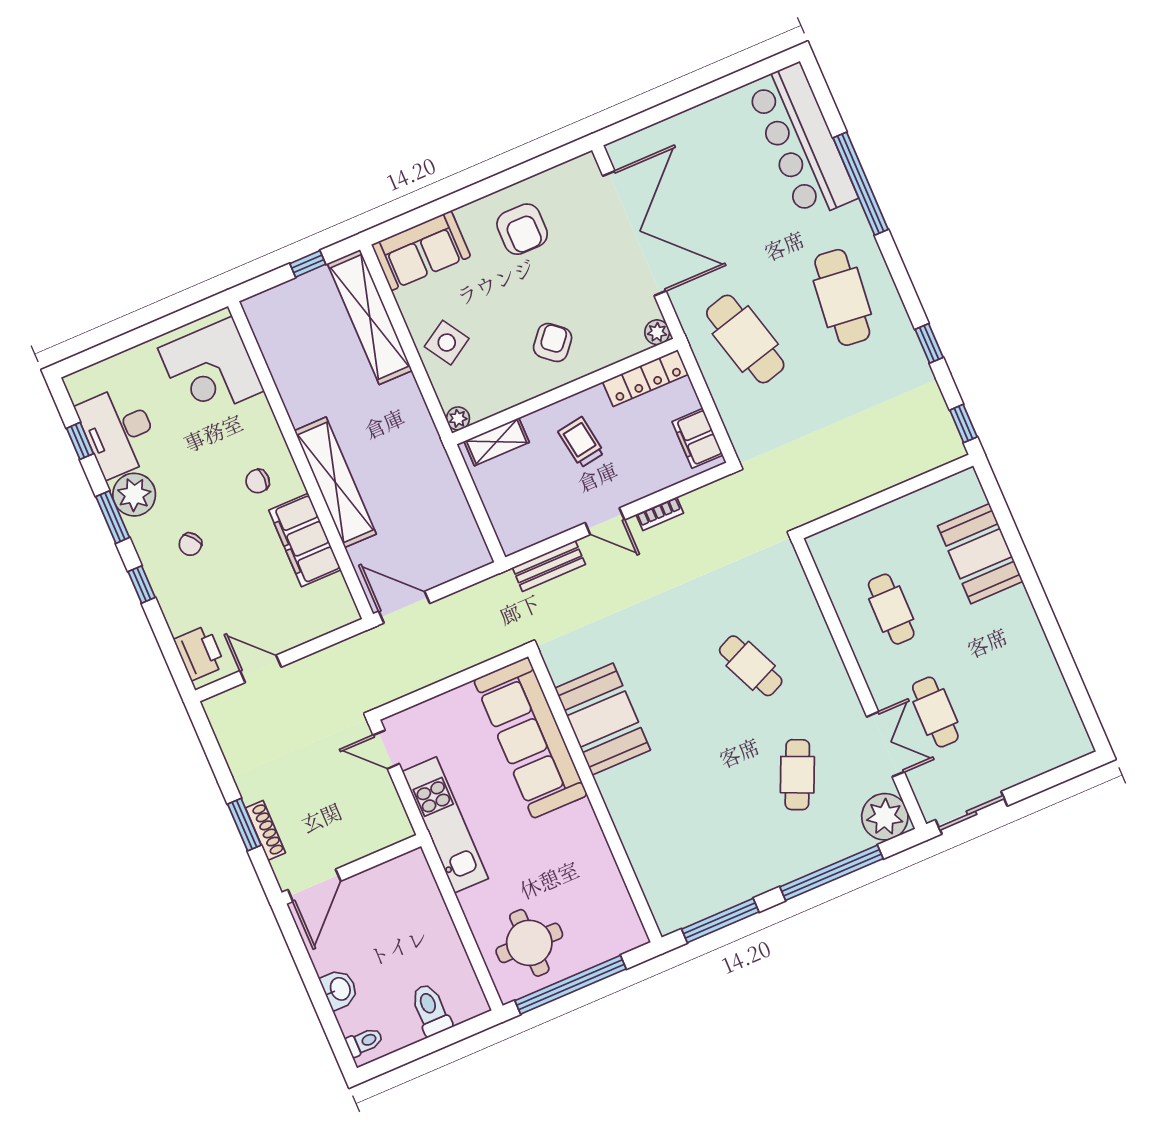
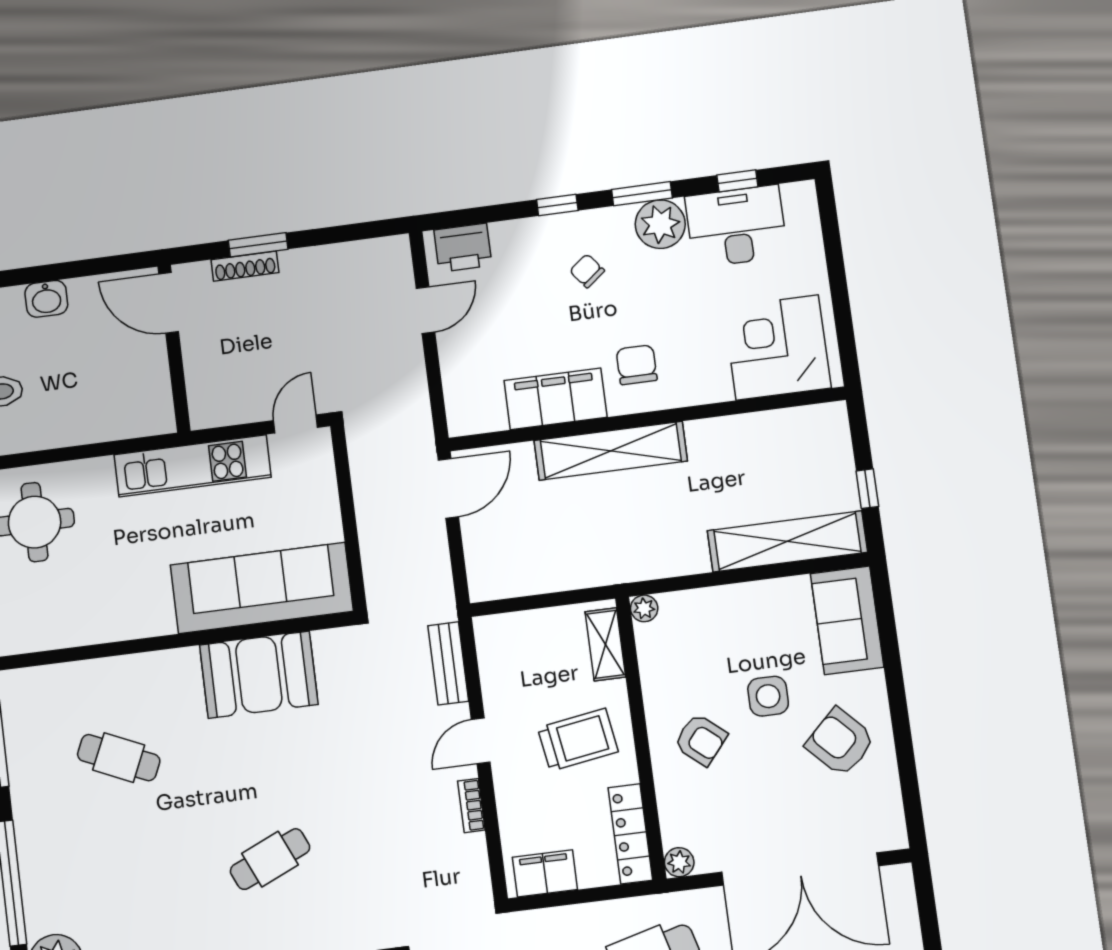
armchair: (522, 229) -> (840, 742), turned 46
side table: (447, 343) -> (768, 696), moved, turned 32
trolley: (581, 442) -> (578, 740), width x1.36, depth x1.39
chair: (258, 481) -> (637, 365), width x1.37, depth x1.37
cafe table: (797, 775) -> (119, 758), moved

